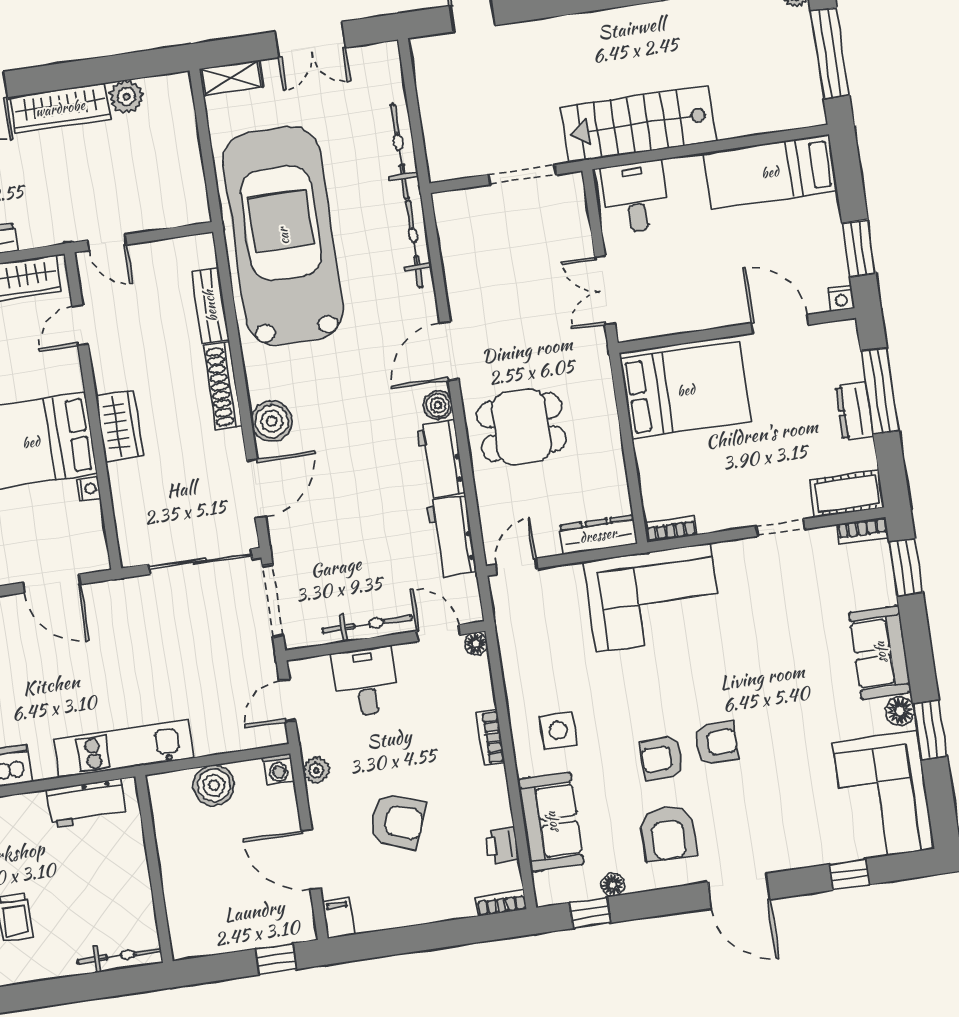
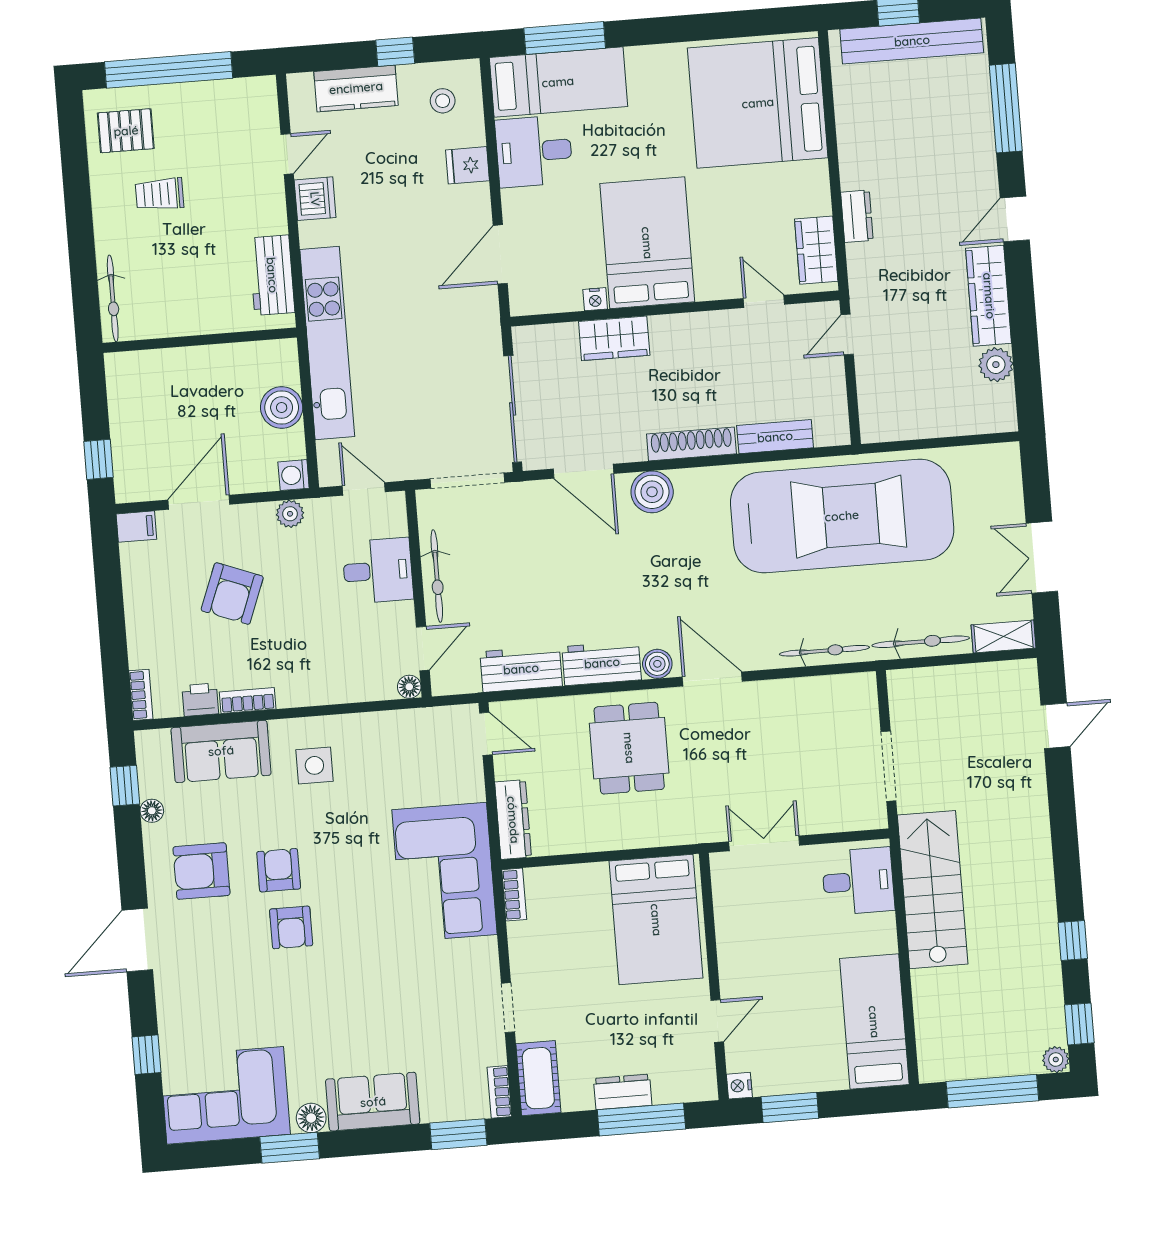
shelving: (231, 78) -> (1004, 636), moved, turned 90
door: (780, 324) -> (717, 1021), width x0.73
wardrobe: (119, 426) -> (614, 338), moved
bookcase: (491, 738) -> (248, 700), moved
kitchen unit: (124, 749) -> (327, 343), width x1.36

